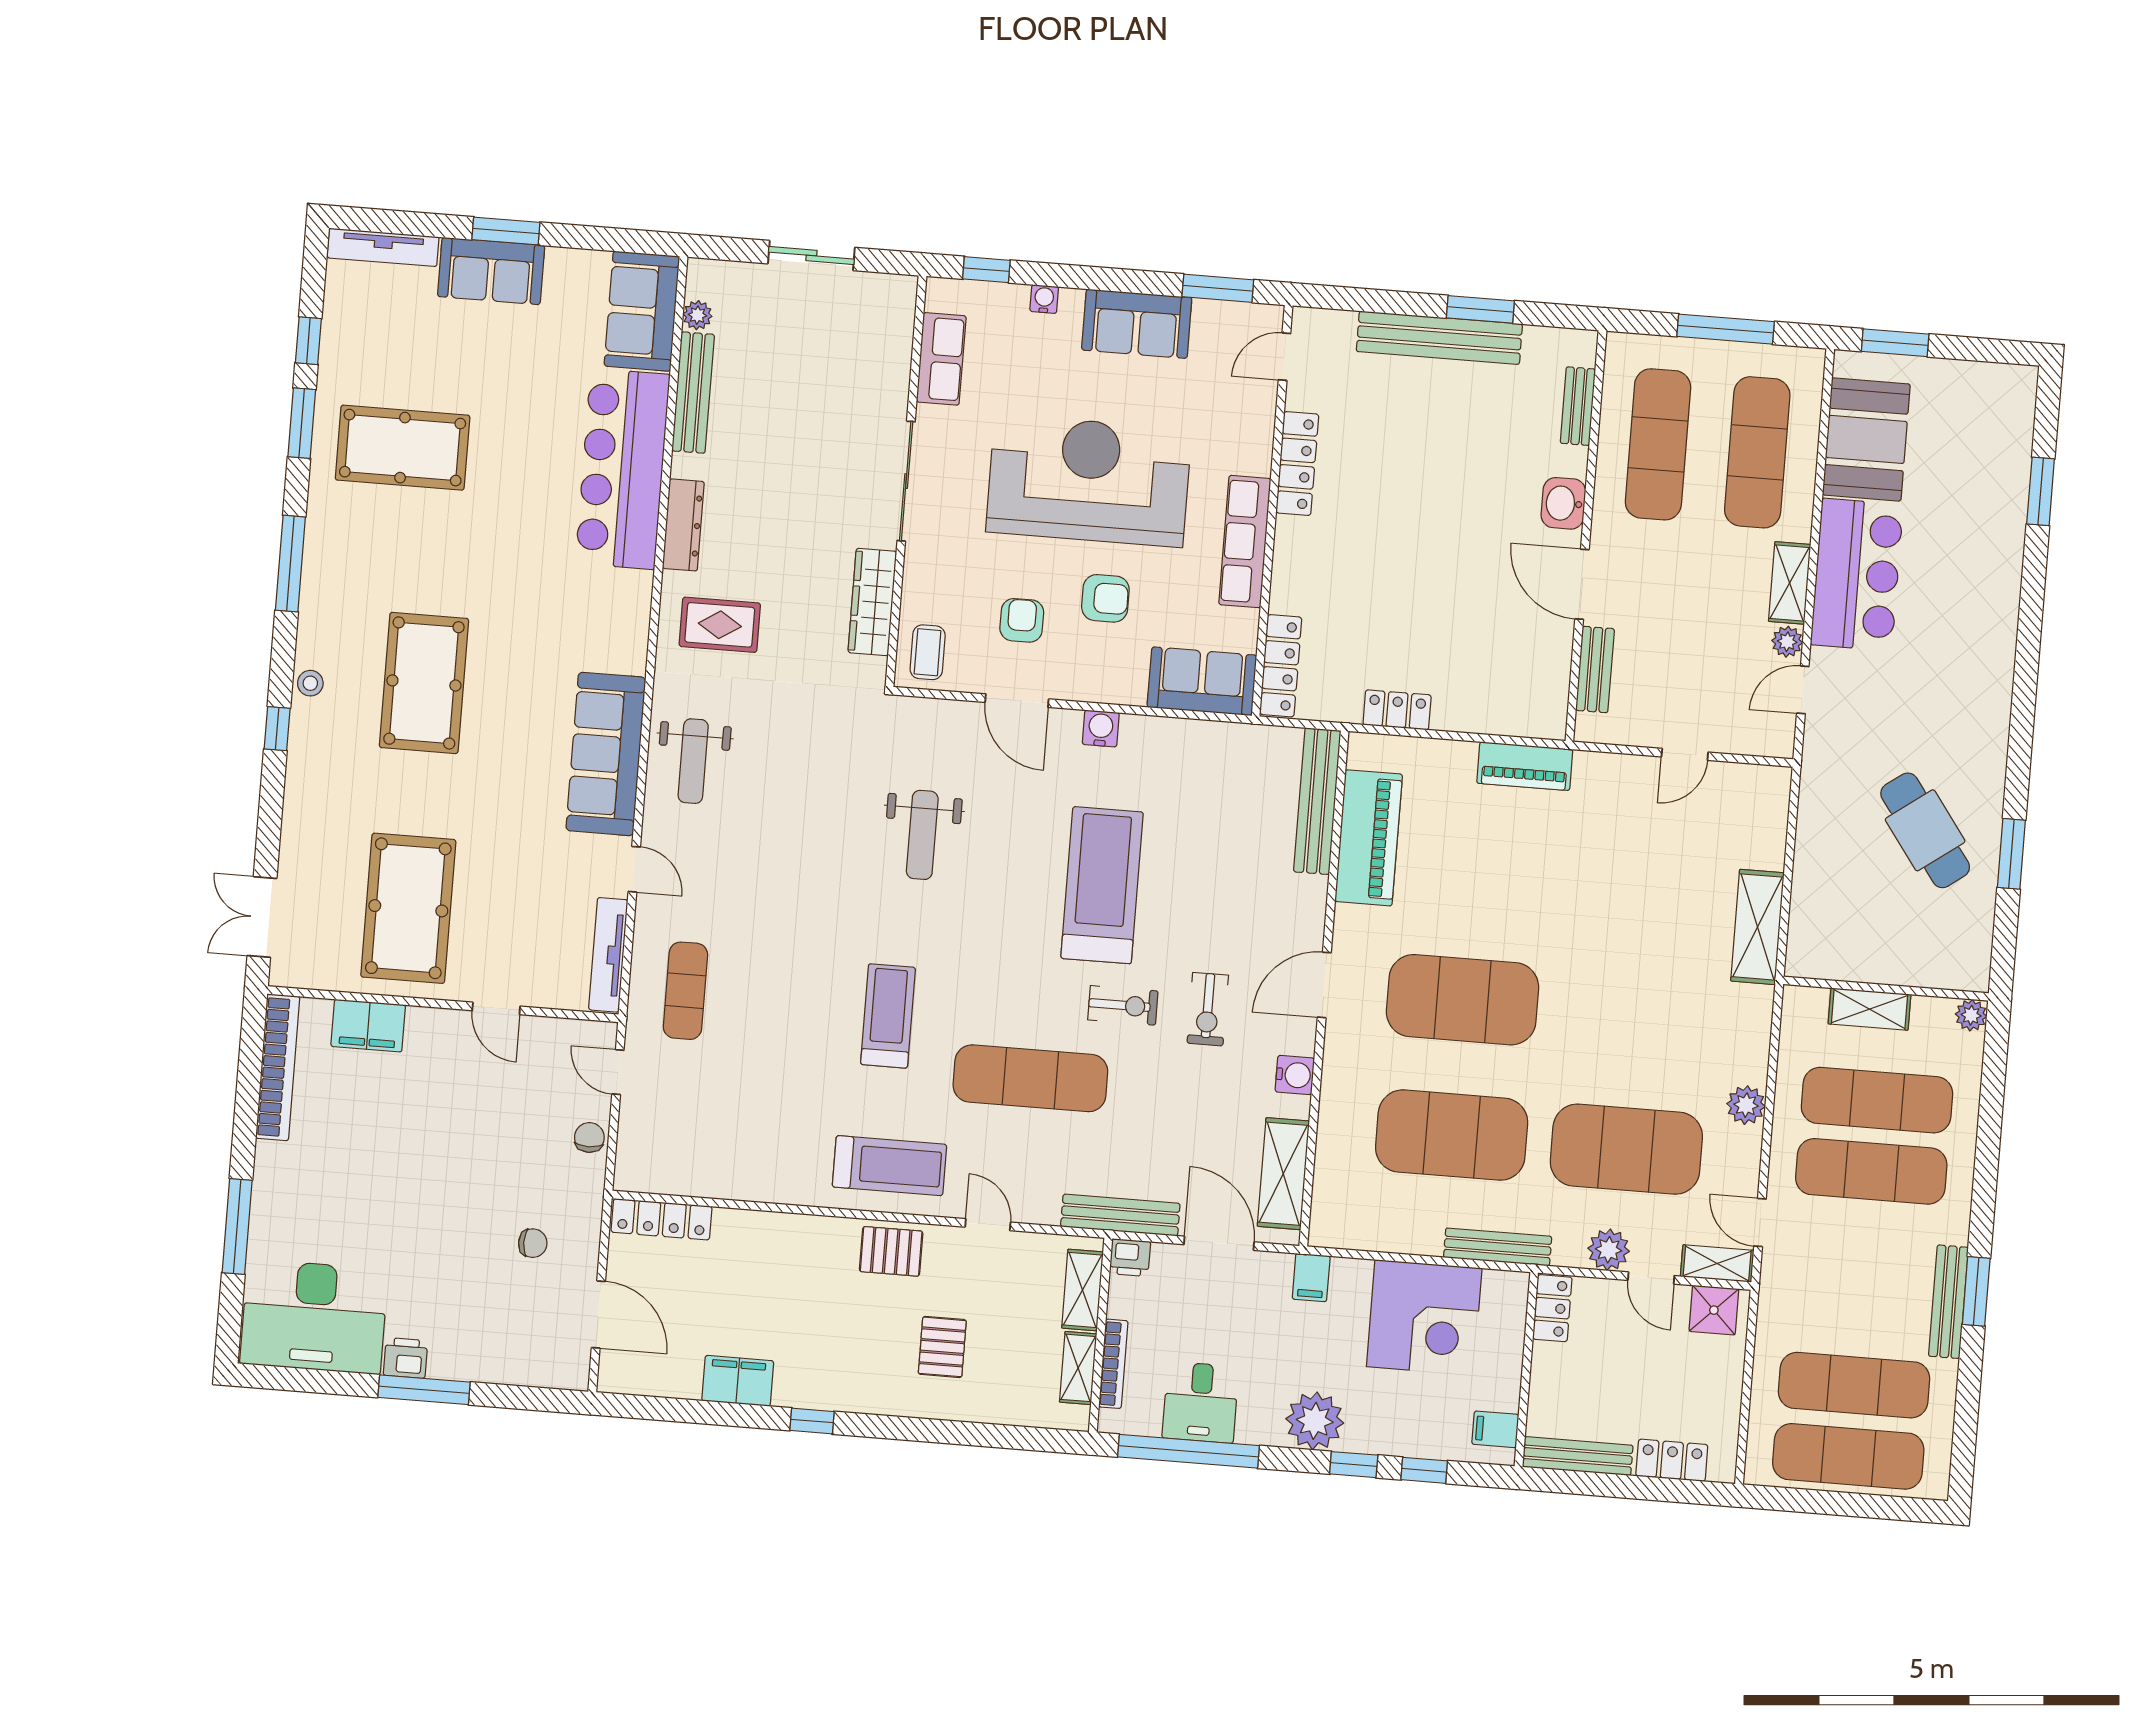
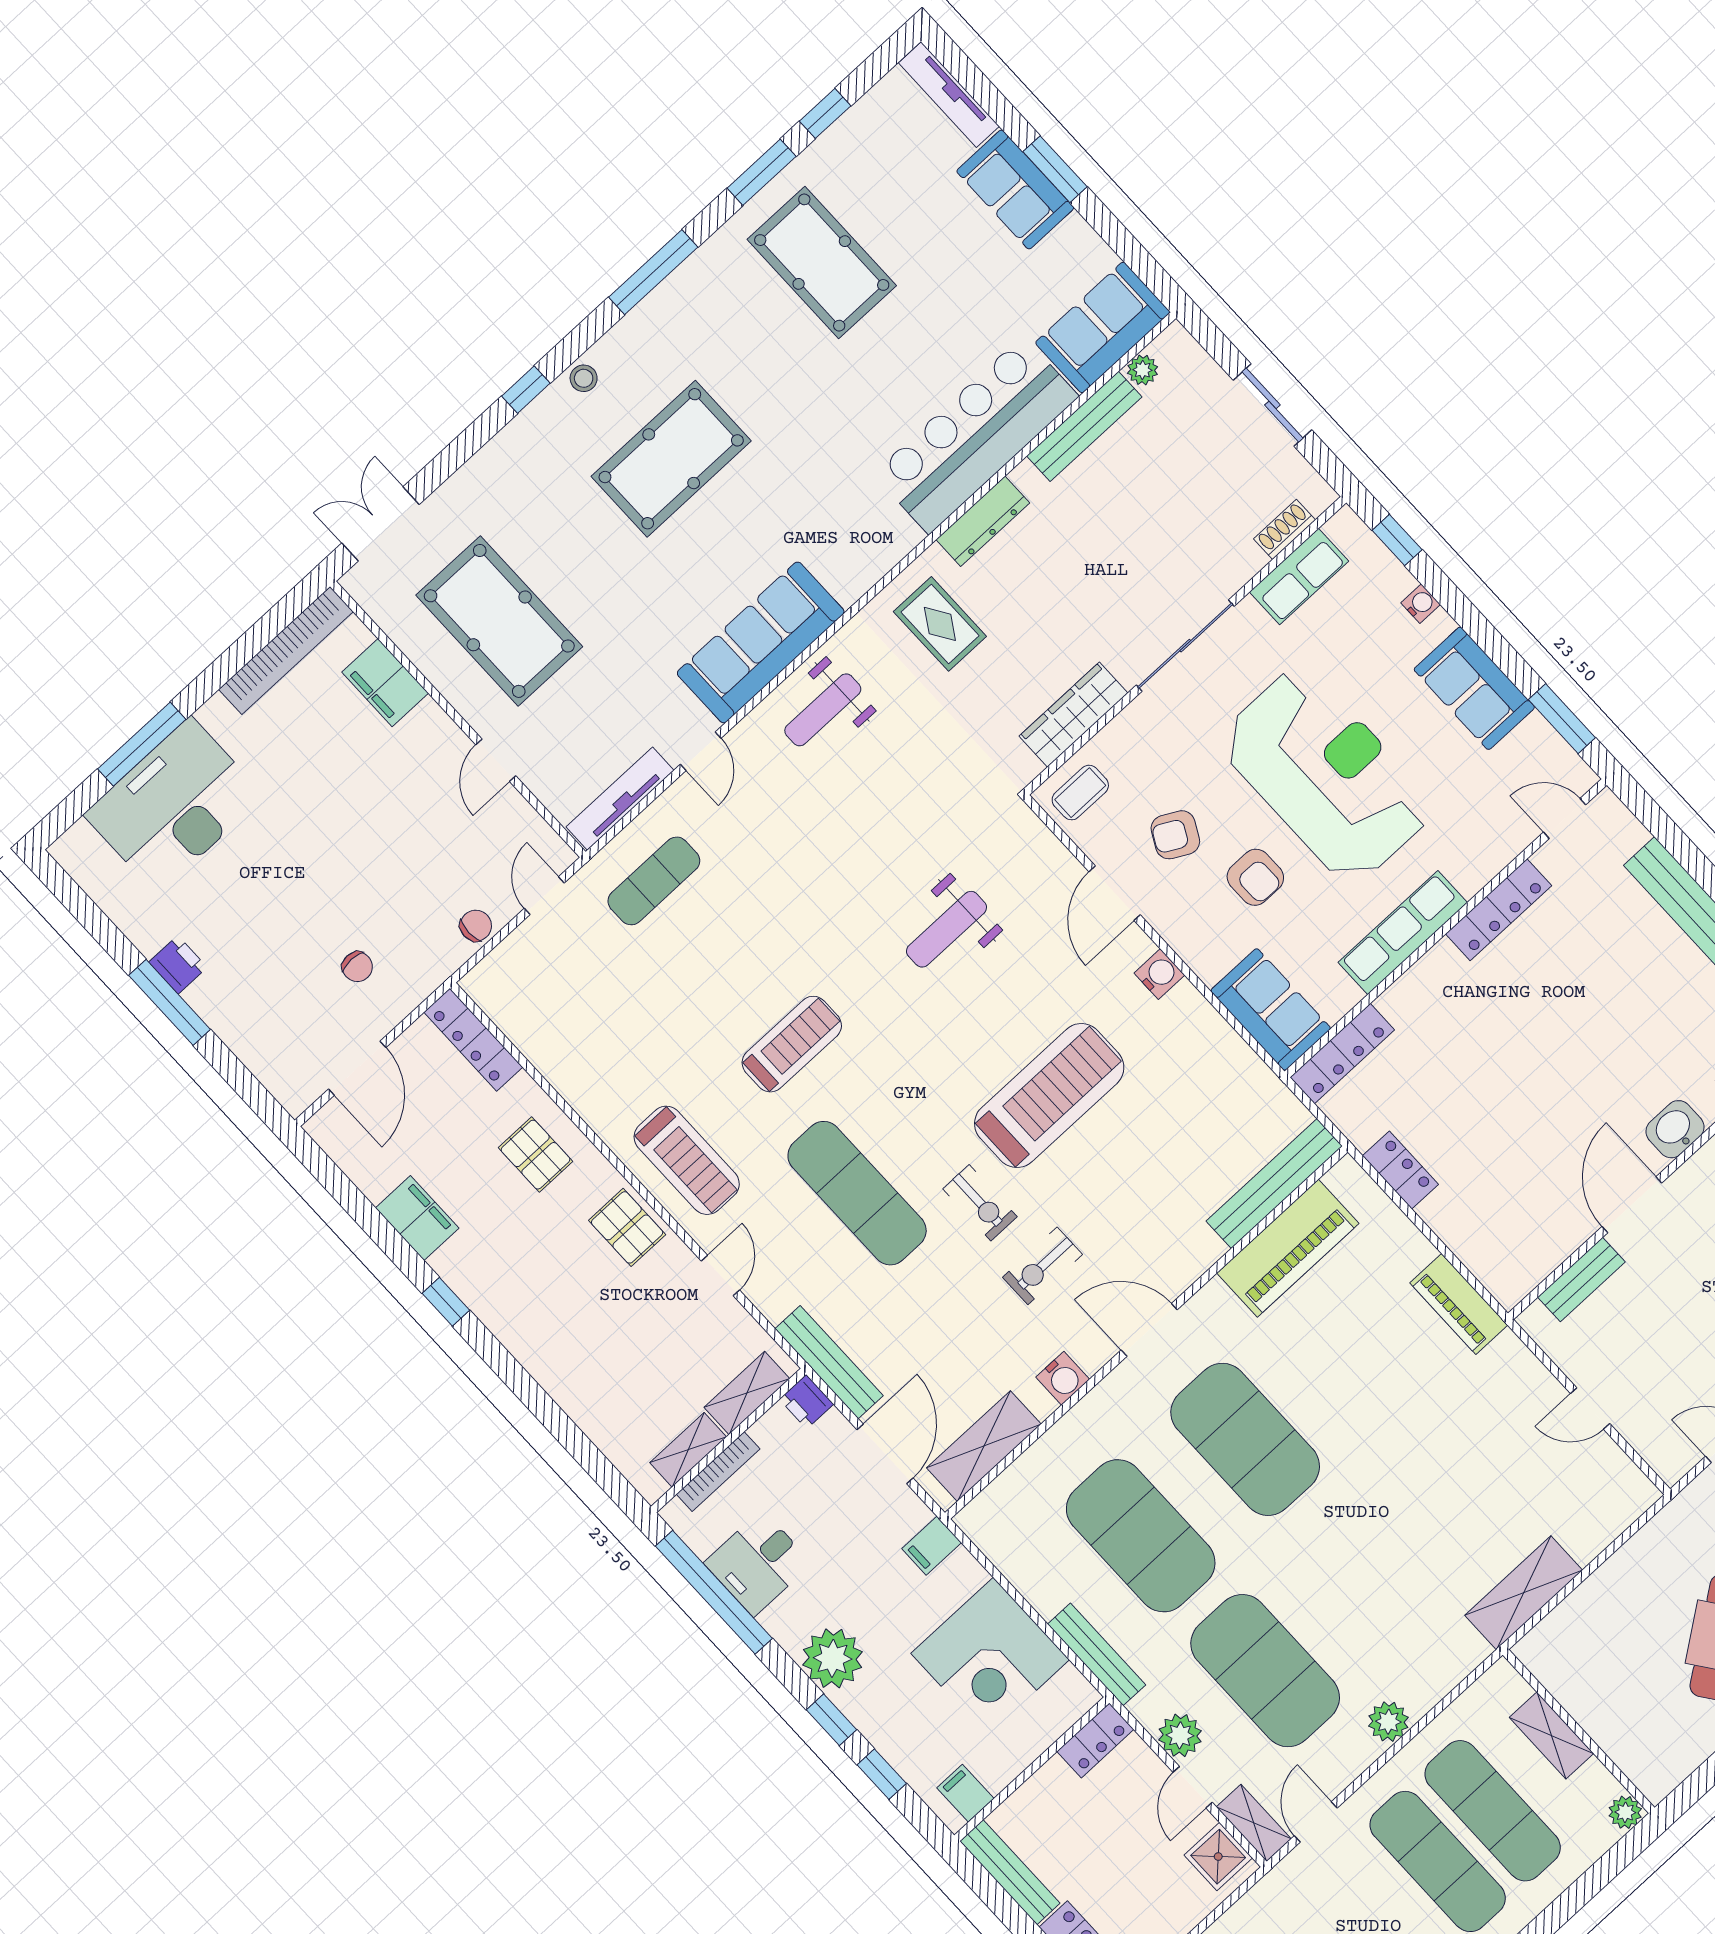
shoe rack: (900, 335) -> (1284, 529), added
armchair: (1022, 620) -> (1175, 835), turned -152
pool table: (408, 908) -> (499, 621), turned 90
desk: (314, 1317) -> (174, 805), moved, turned 90
pallet: (942, 1347) -> (536, 1155), moved, turned 90

